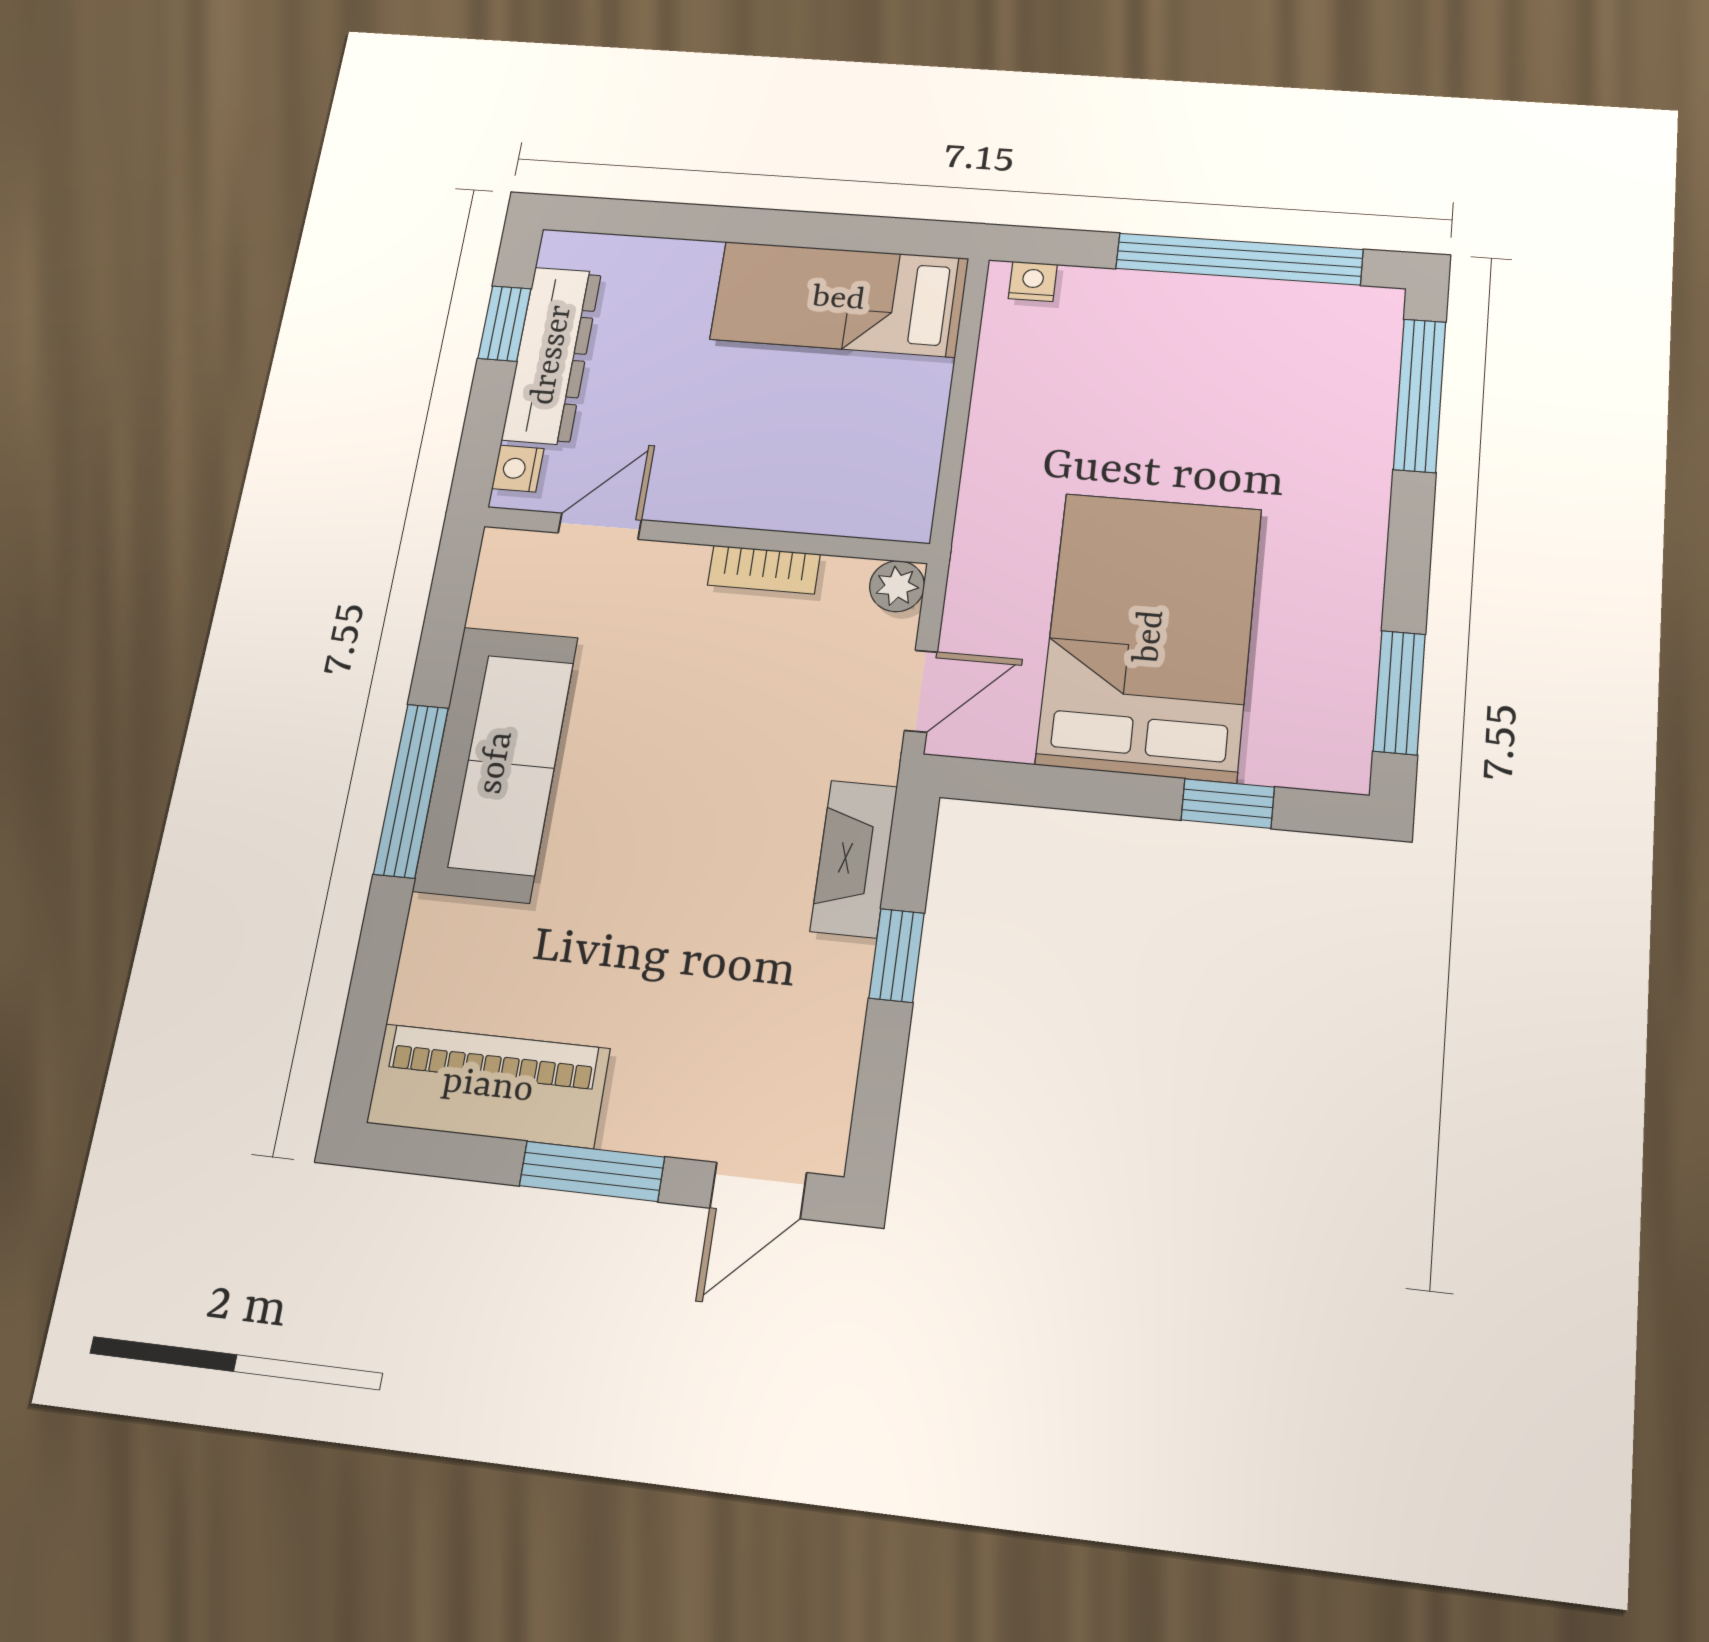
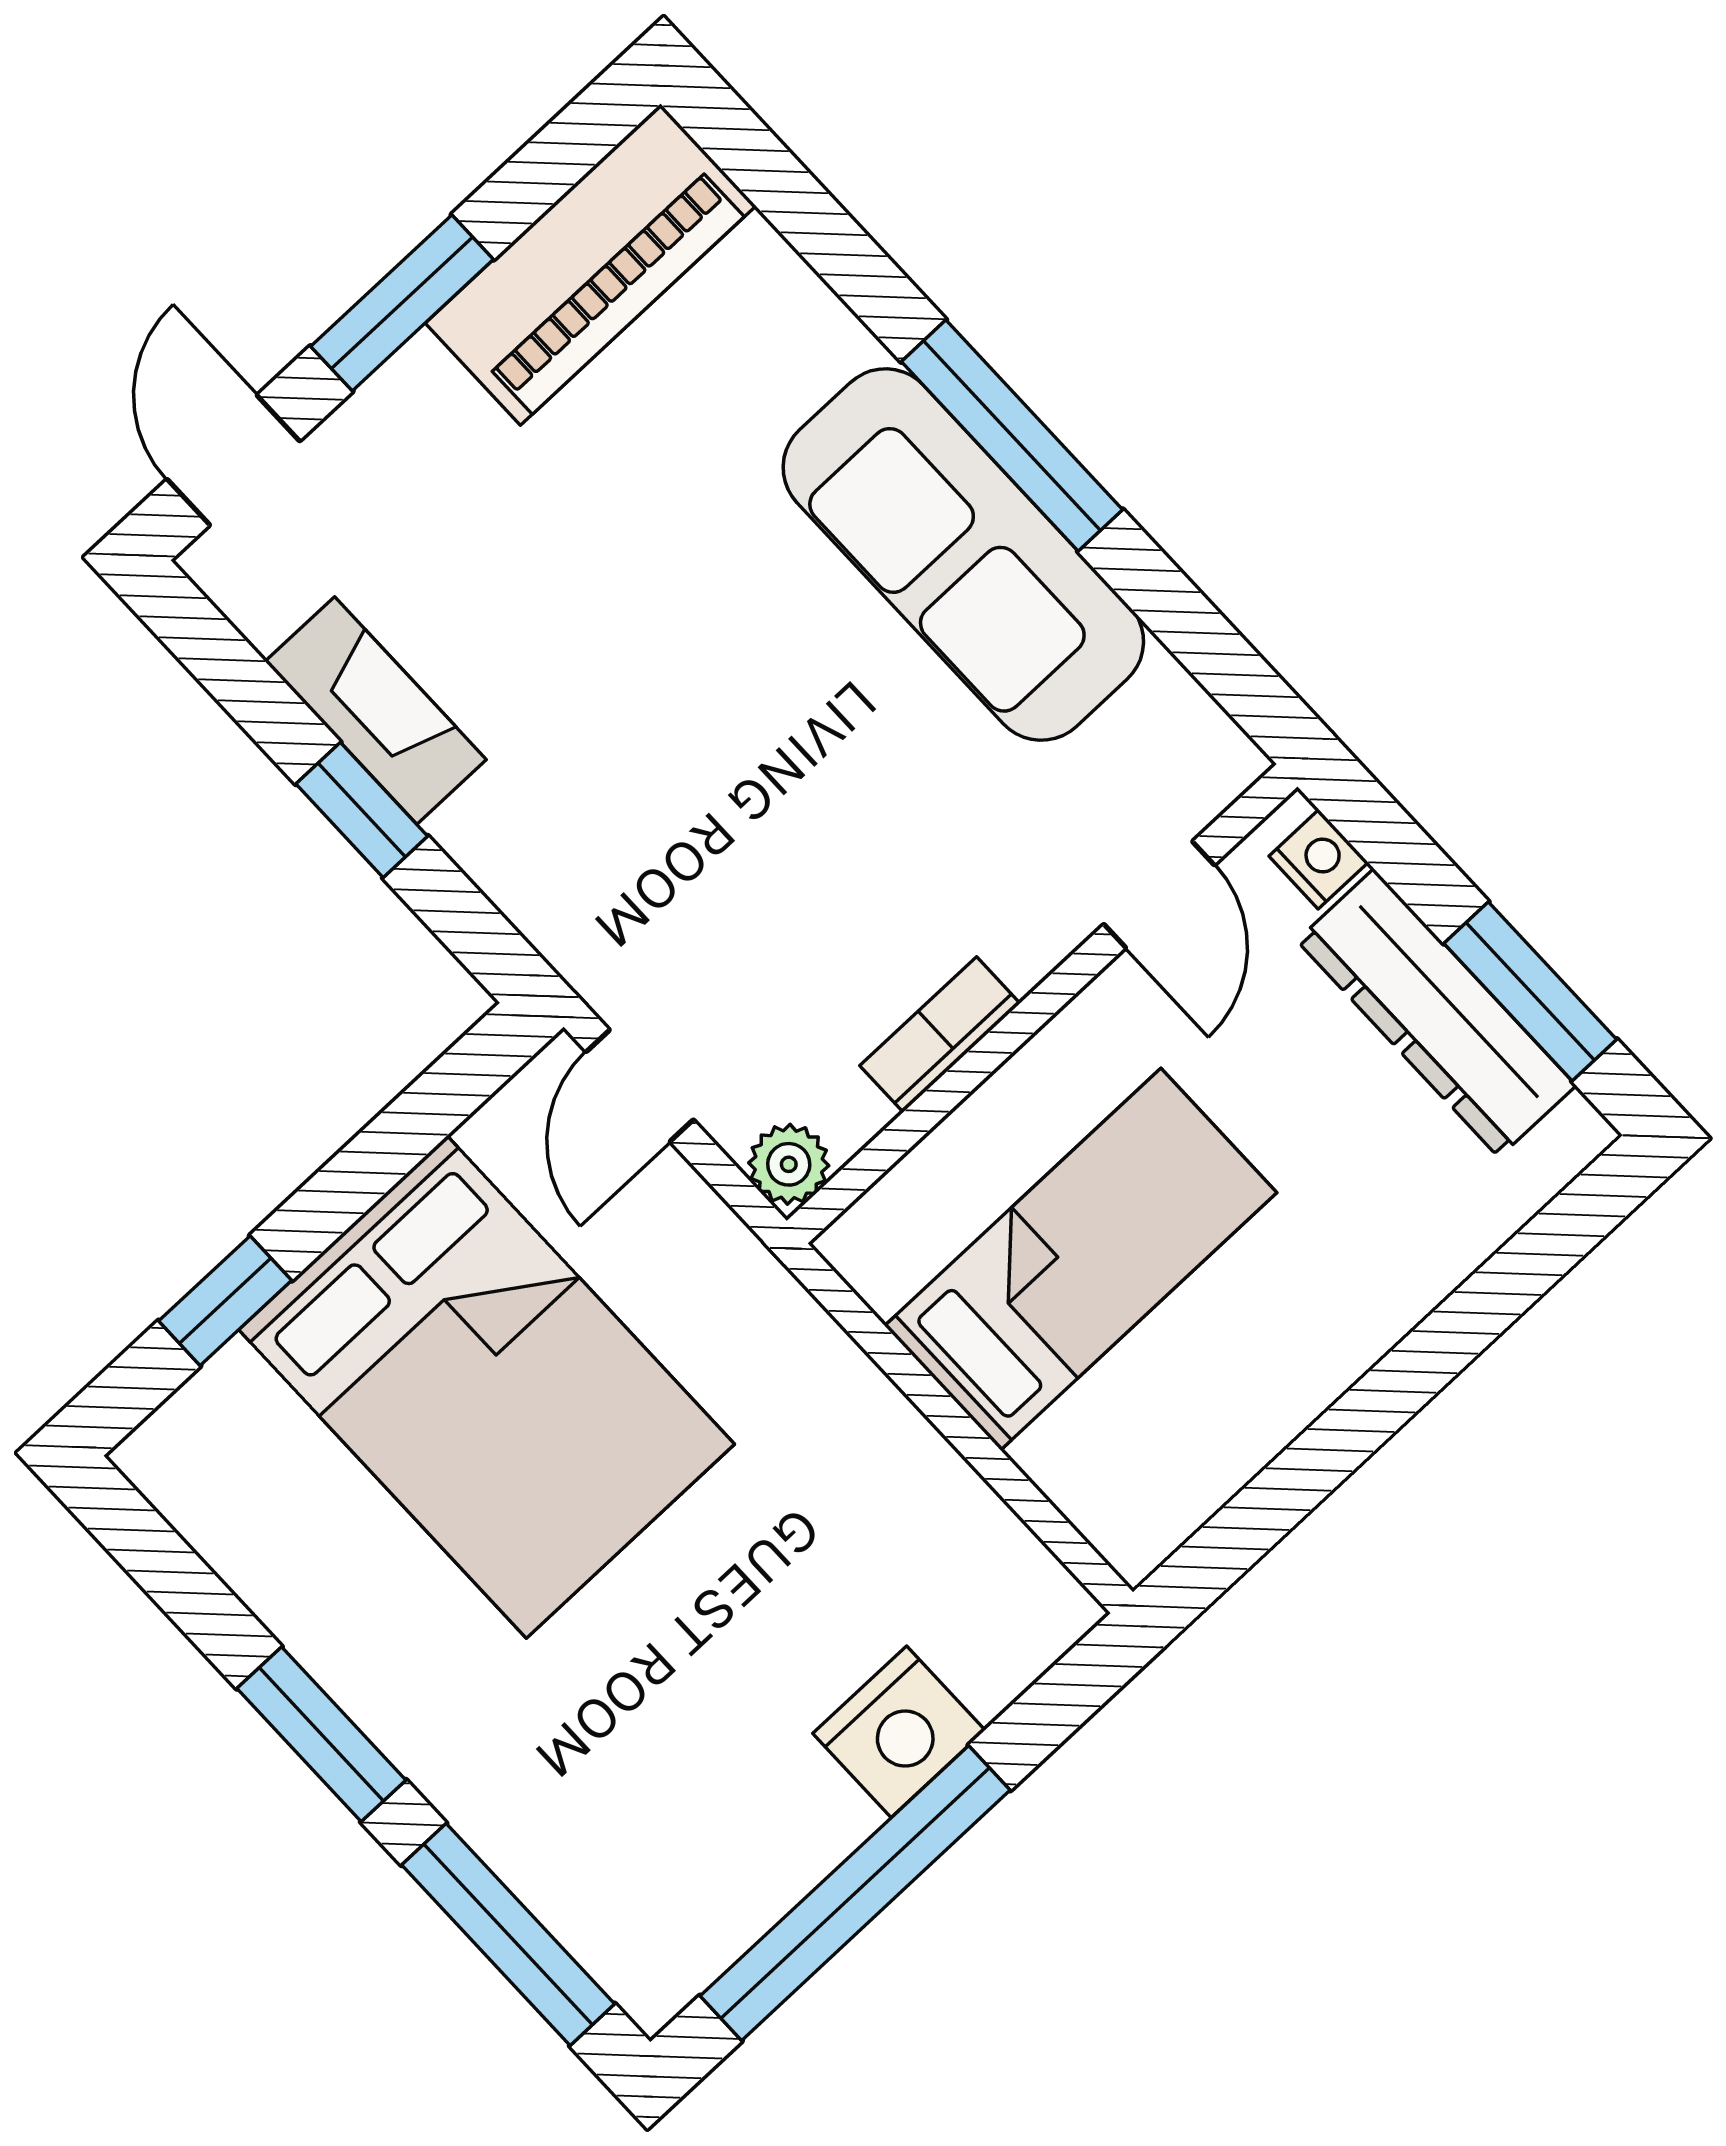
nightstand: (1033, 281) -> (899, 1732), moved, width x1.89, depth x1.79
bed: (839, 299) -> (1081, 1259), moved
window: (504, 324) -> (1530, 991), width x1.50
window: (1399, 692) -> (321, 1734), moved
fireplace: (854, 859) -> (376, 711), moved

